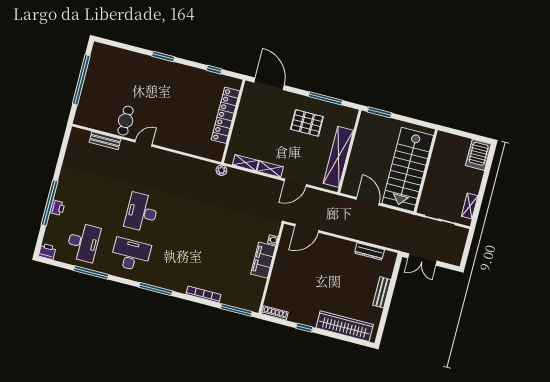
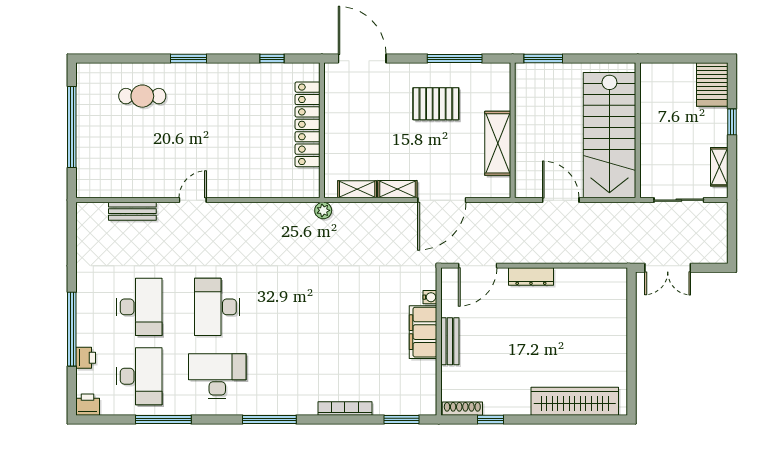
cafe table: (126, 121) -> (142, 96), moved, turned 90
shelving: (338, 157) -> (498, 143), width x0.68
window: (485, 181) -> (732, 122), added
door: (295, 183) -> (442, 200), width x1.36
desk: (94, 200) -> (139, 307), added
printer: (57, 208) -> (86, 358), moved
dresser: (369, 251) -> (531, 277), moved
bench: (382, 292) -> (450, 341), moved
window: (236, 310) -> (402, 419), width x0.69
window: (304, 328) -> (490, 419), moved

